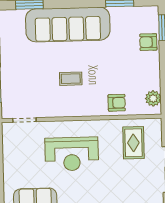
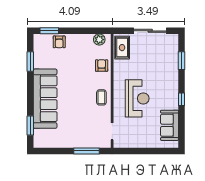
coffee table: (71, 79) -> (101, 97), moved
rug: (133, 143) -> (122, 48), moved, turned 90

